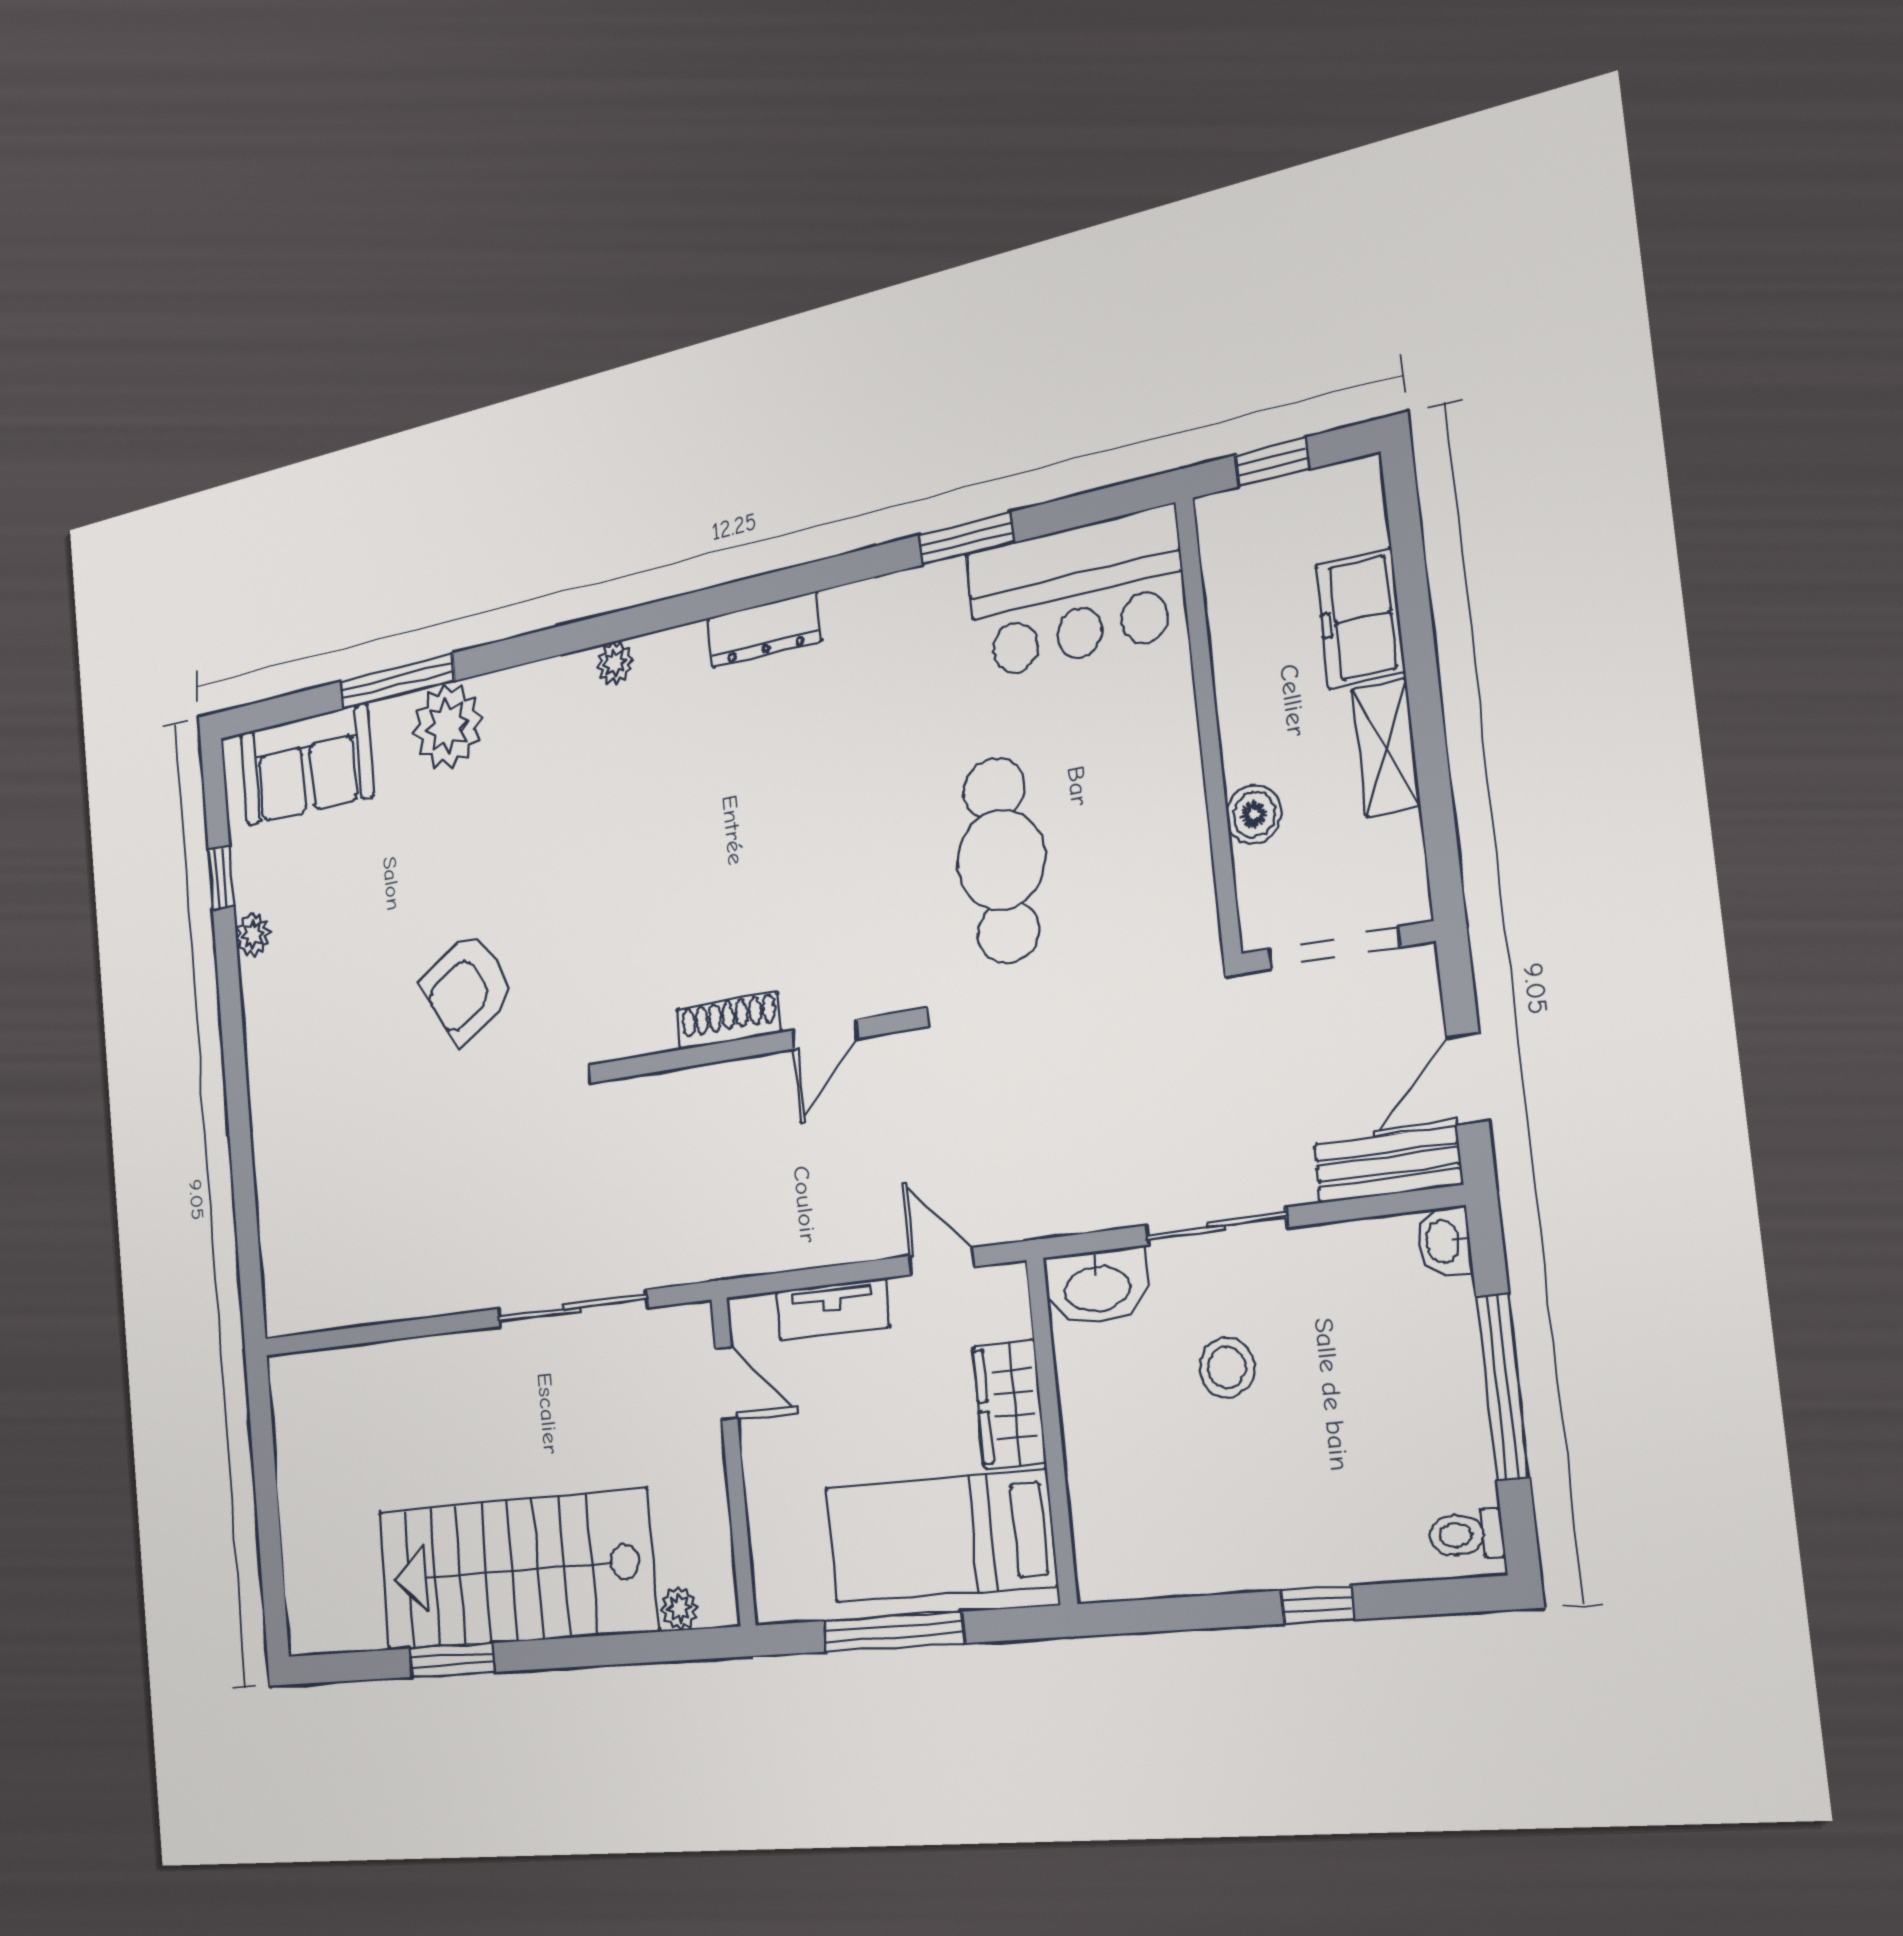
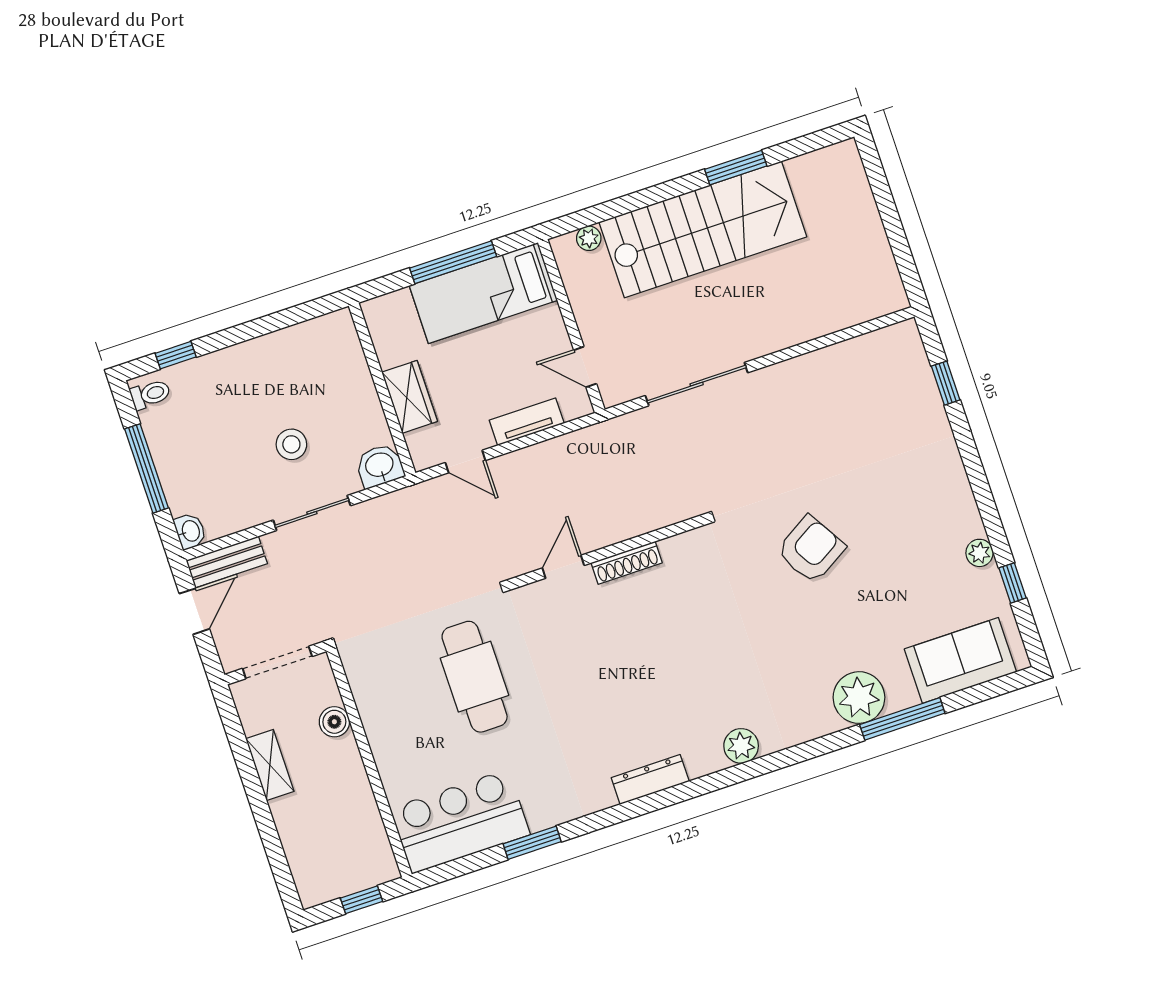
freezer: (1360, 618) -> (297, 827), removed
plant: (615, 663) -> (741, 746), width x1.38, depth x1.38
window: (246, 1220) -> (946, 383), added
washbasin: (1097, 1287) -> (380, 466), width x0.72
bed: (940, 1536) -> (483, 293), moved, turned 180
window: (1317, 1605) -> (176, 355), moved

